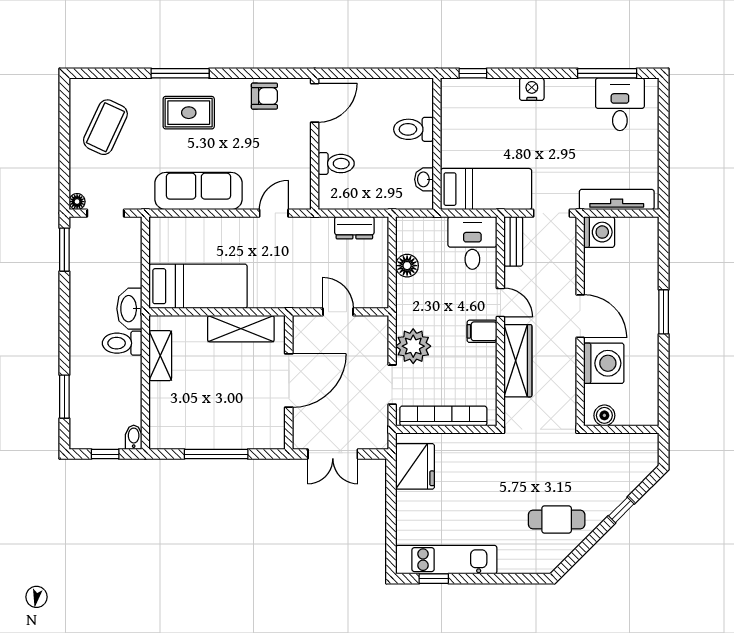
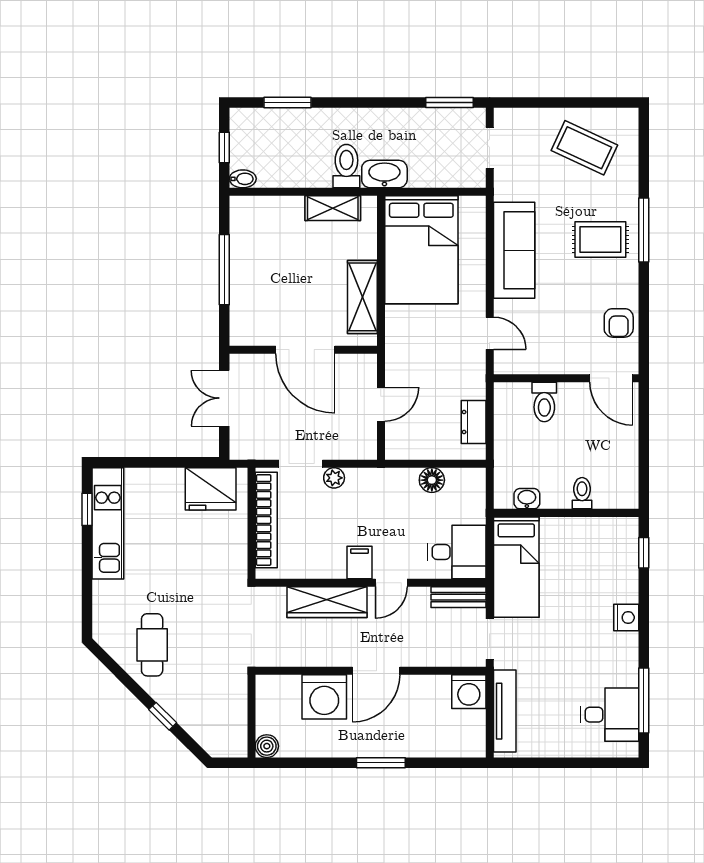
rug: (189, 113) -> (600, 239), turned 90
toilet: (413, 129) -> (582, 493), width x0.73, depth x0.72
floor lamp: (77, 202) -> (502, 116), removed
bed: (198, 286) -> (421, 250), width x1.50
plant: (413, 346) -> (334, 478), width x0.53, depth x0.53
boiler: (604, 415) -> (267, 746), moved

